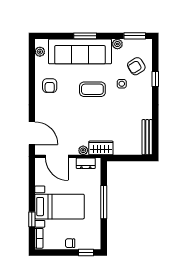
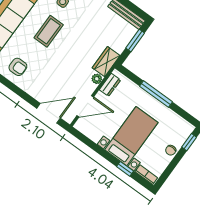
window: (132, 158) -> (135, 40), added

